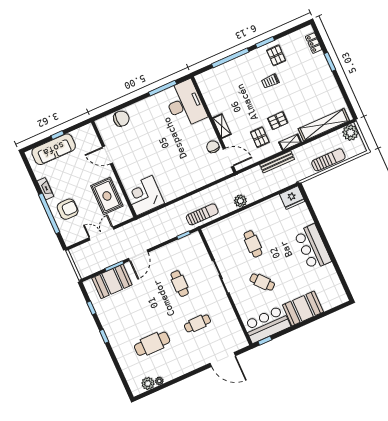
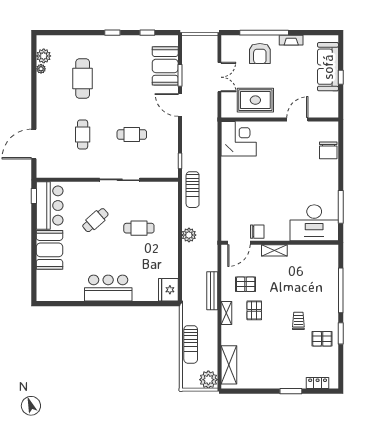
shelving: (324, 125) -> (229, 365), width x0.68

